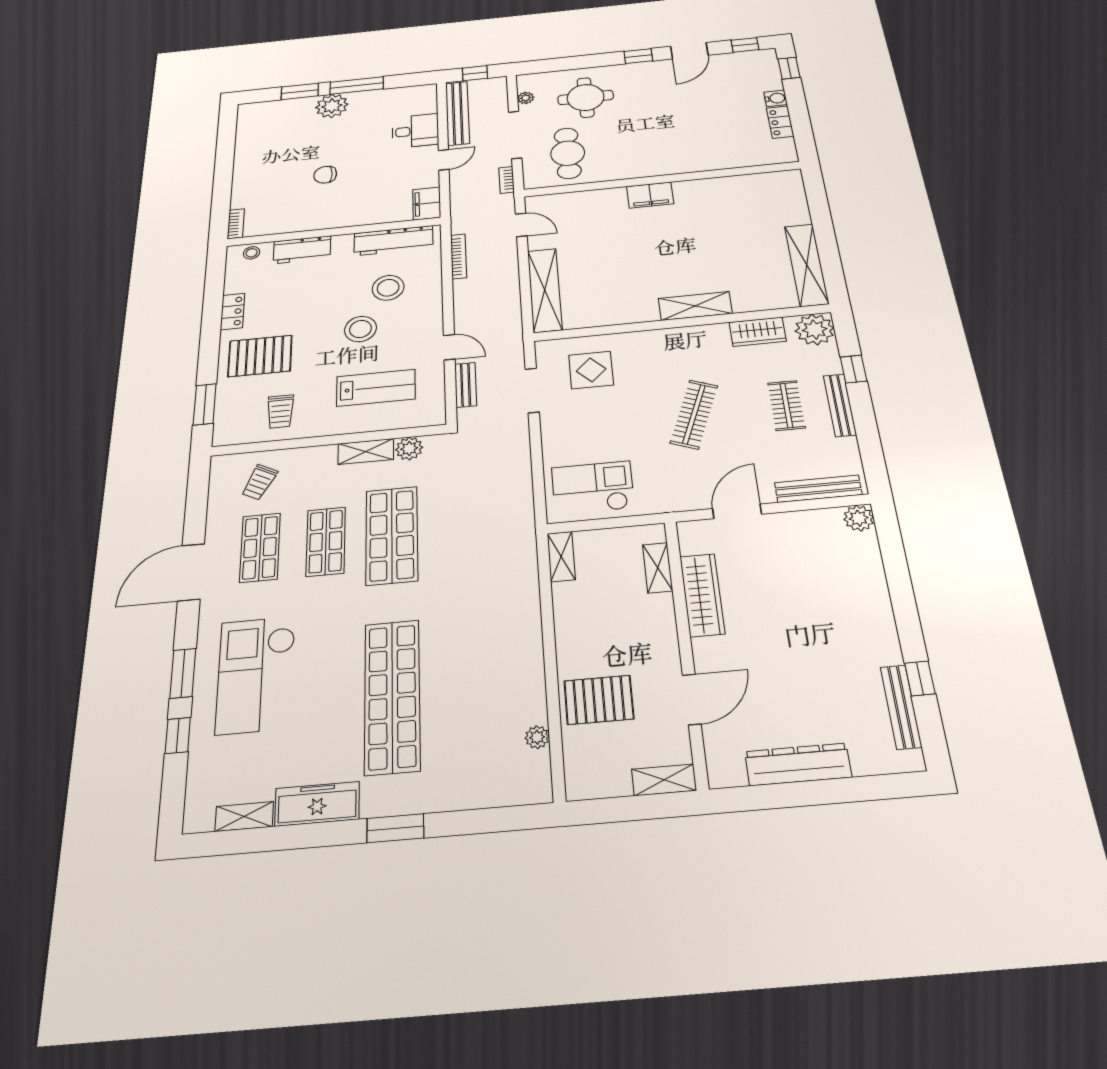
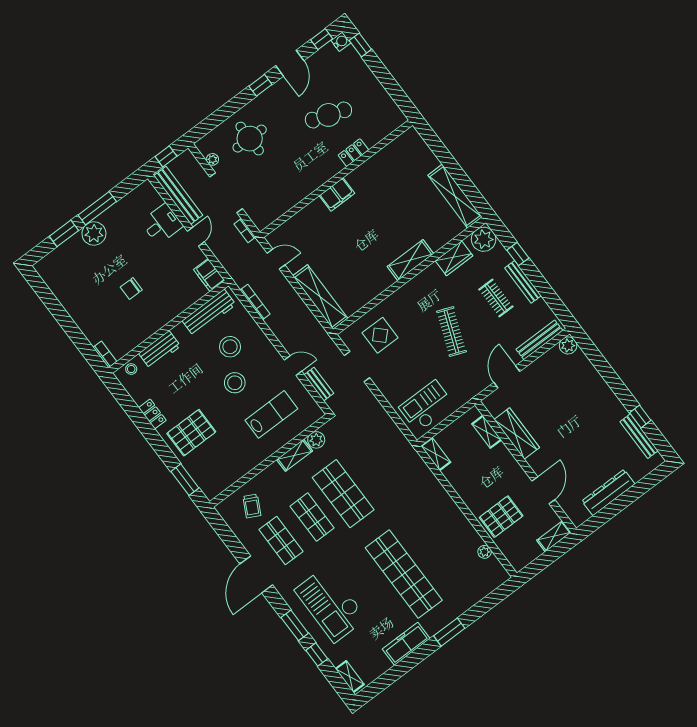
water cooler: (776, 98) -> (341, 42), moved
locker: (780, 122) -> (353, 153), moved, turned 90
cafe table: (568, 153) -> (328, 115), moved, turned -71
trolley: (280, 411) -> (230, 459), removed
shelving: (244, 816) -> (350, 677), moved, turned 90

